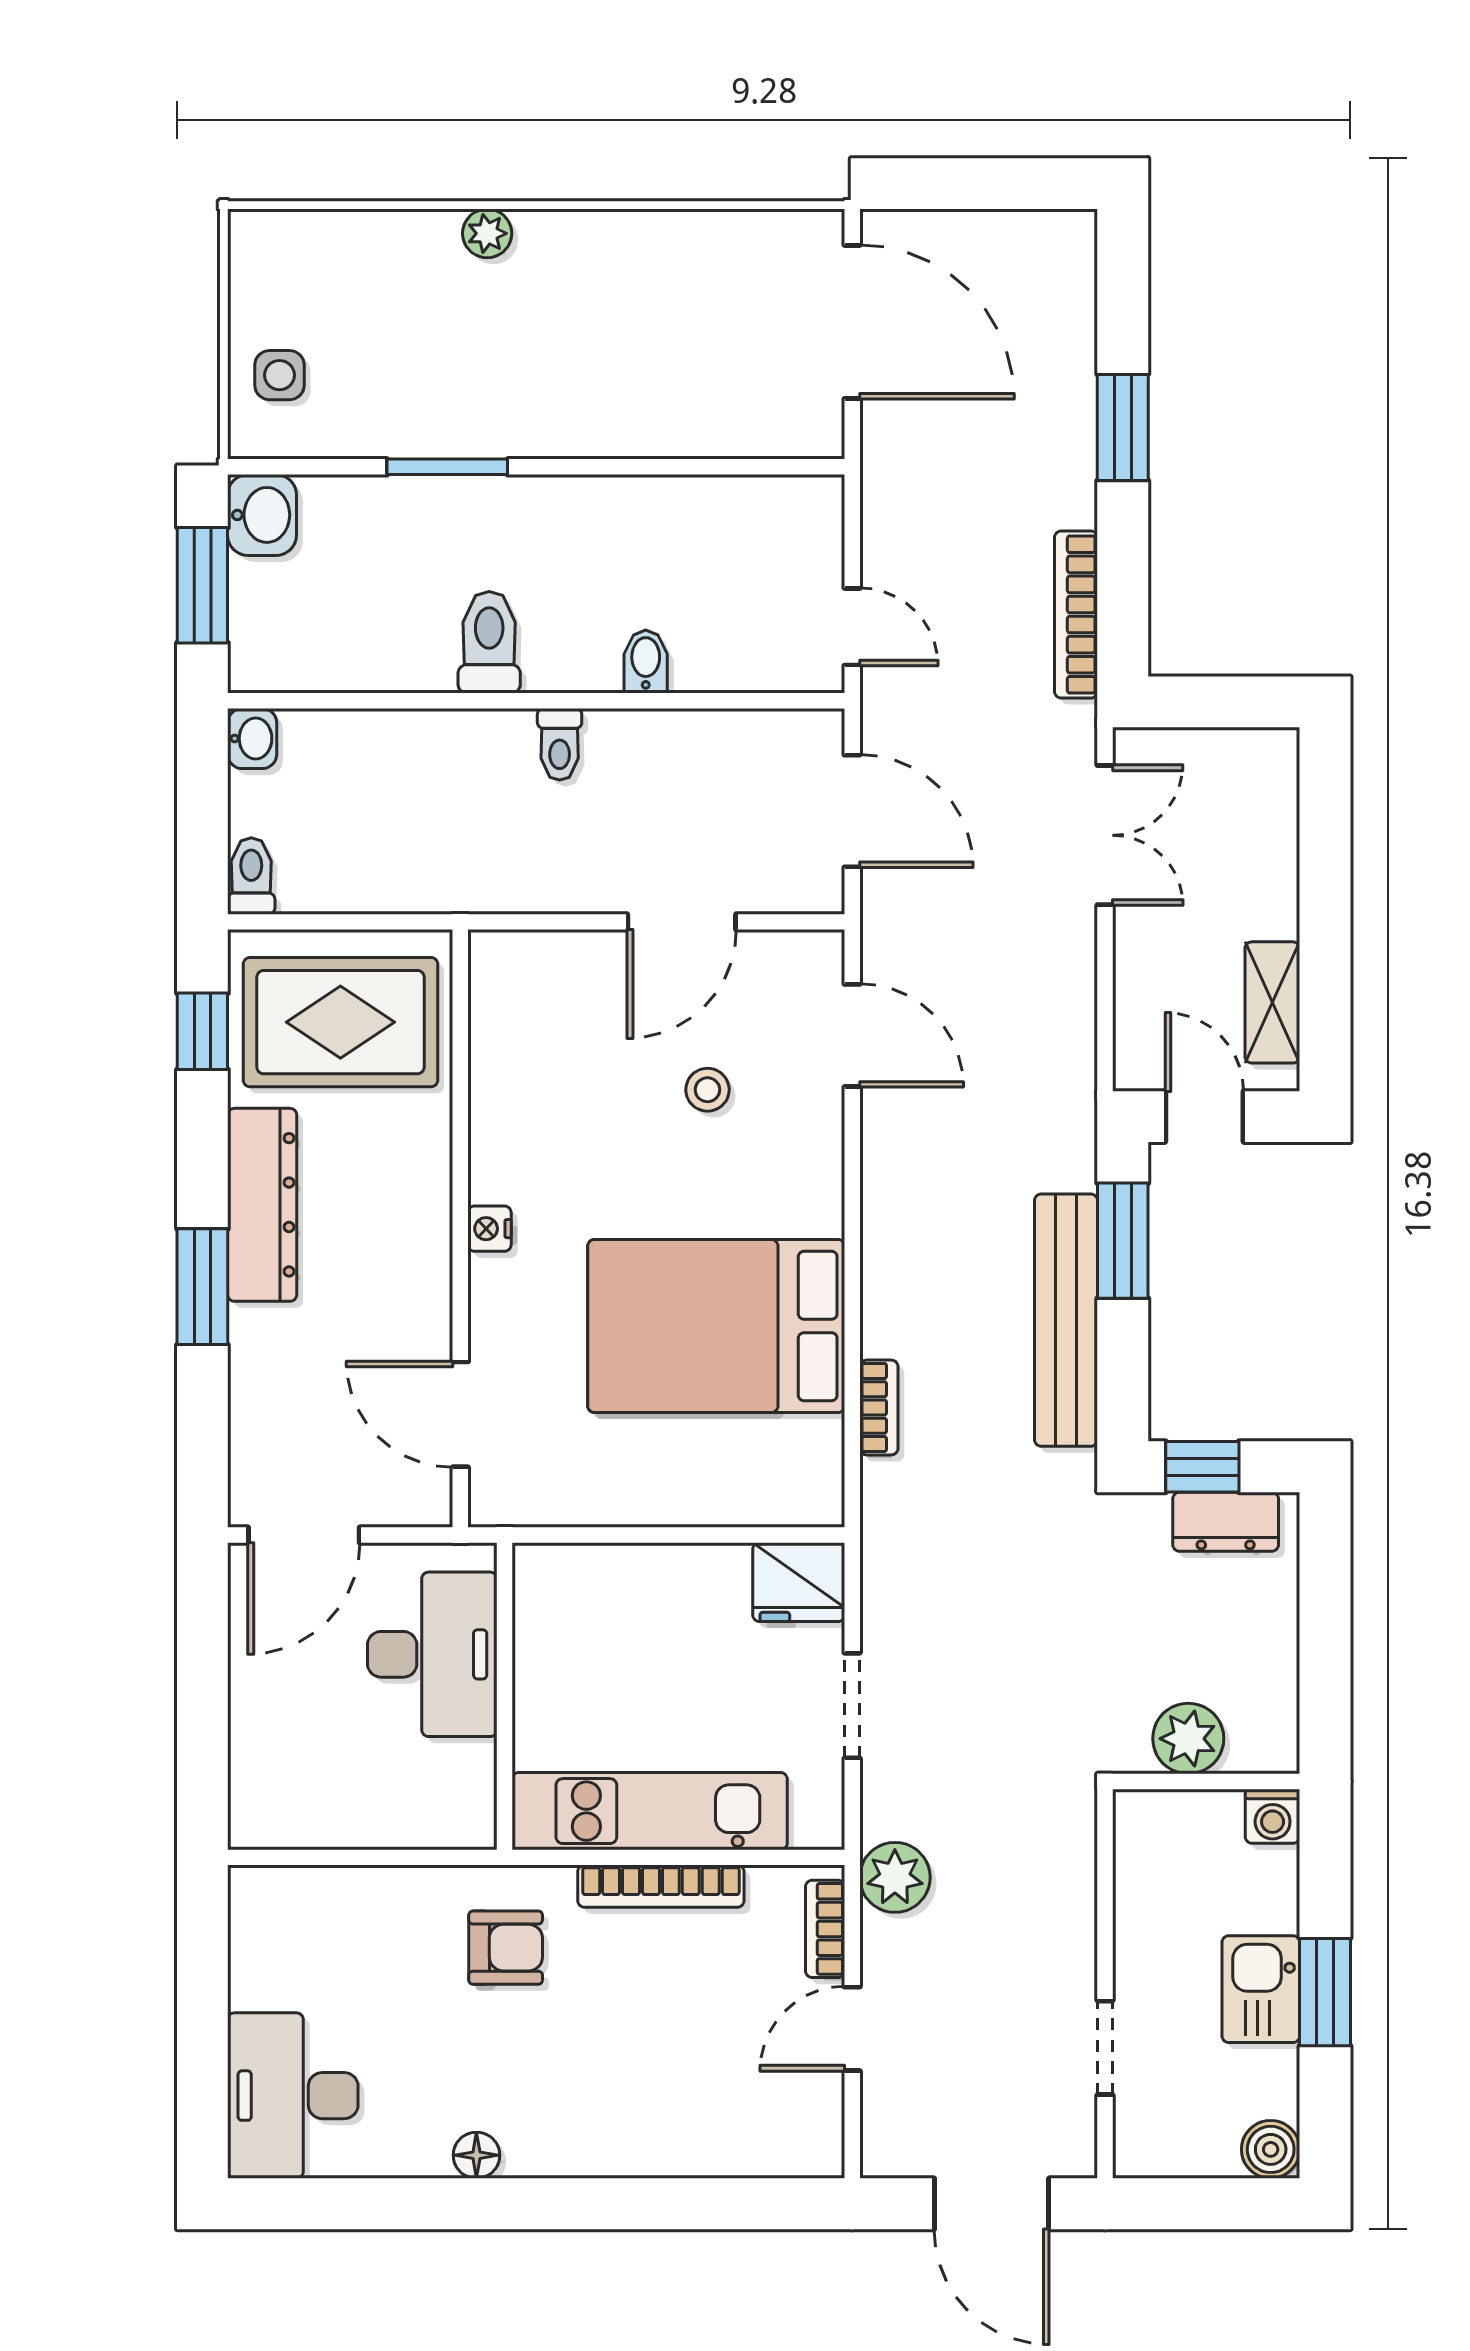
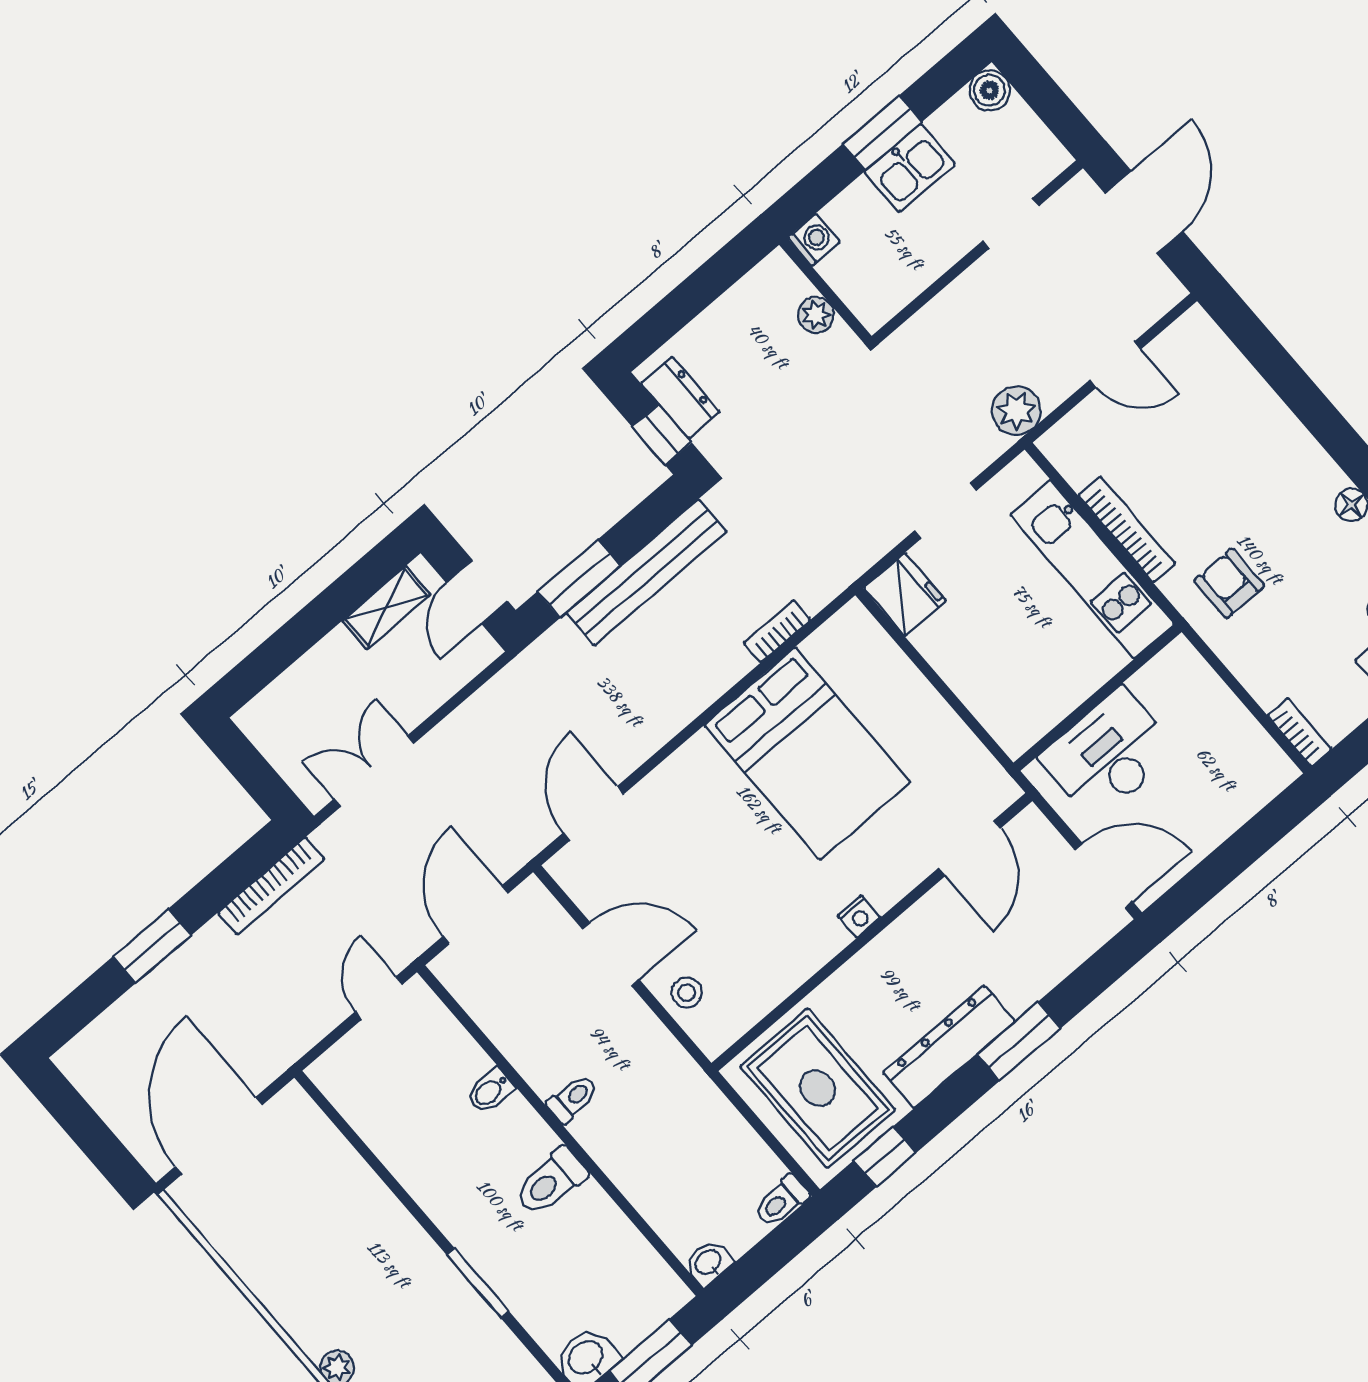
stool: (707, 1090) -> (687, 993), moved
plant: (1188, 1739) -> (816, 315), width x0.73, depth x0.73
bookcase: (825, 1929) -> (1299, 732), moved, turned -90

